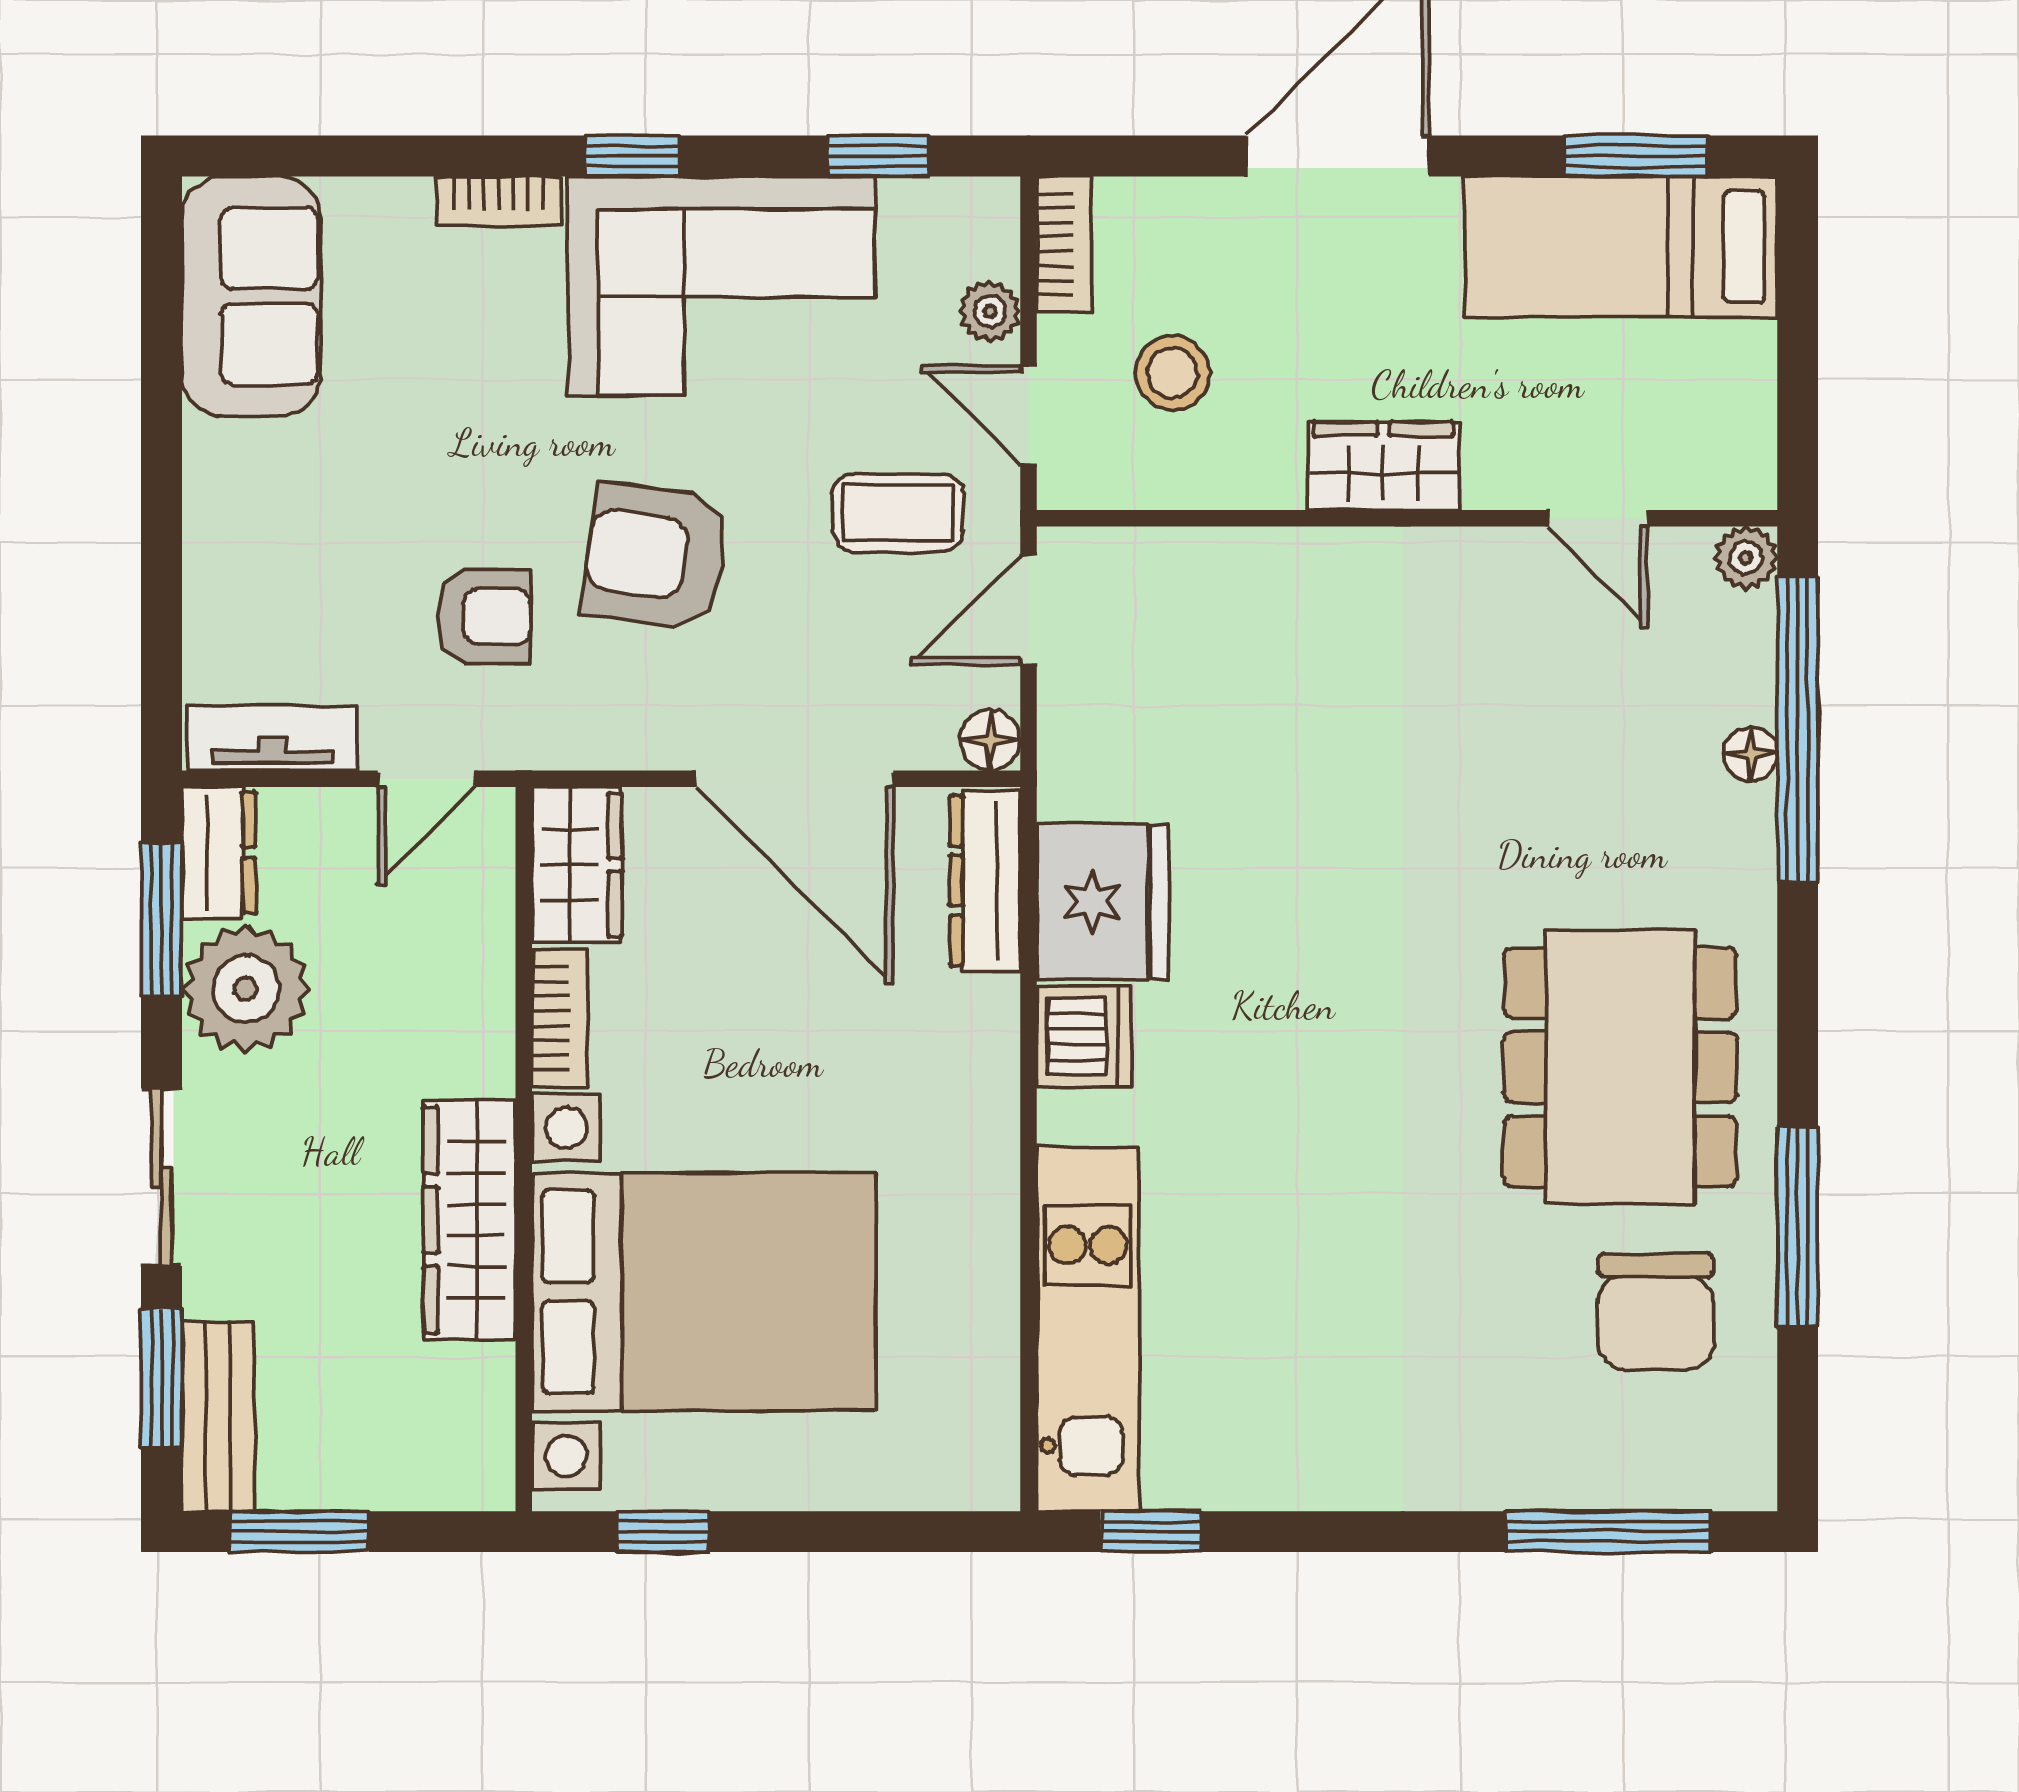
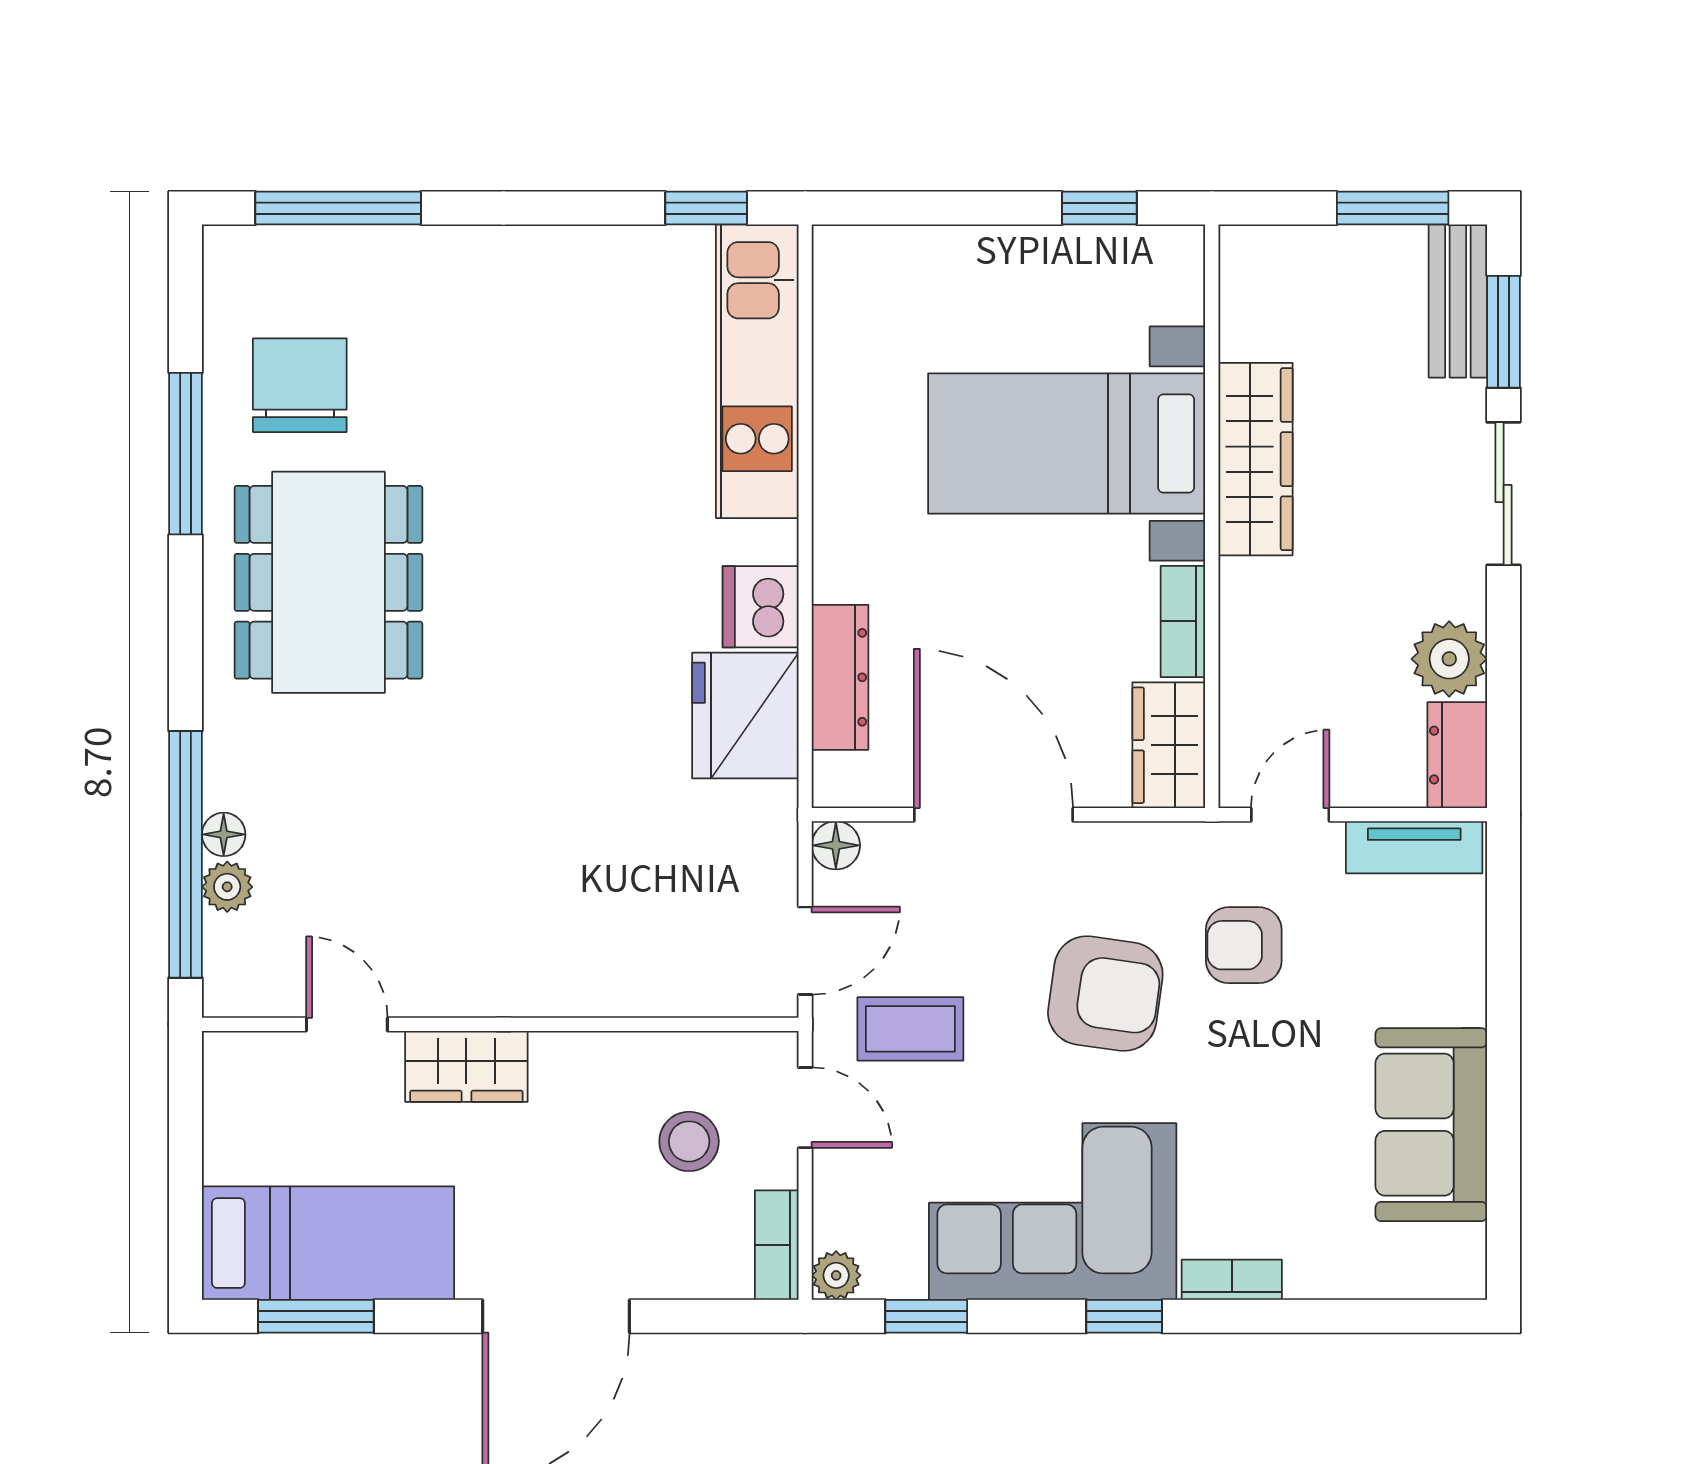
sofa: (251, 296) -> (1431, 1125), moved
plant: (990, 311) -> (836, 1275), moved
wardrobe: (1383, 466) -> (466, 1066), moved
plant: (1746, 558) -> (227, 887), moved
dresser: (985, 881) -> (840, 677), moved
window: (162, 919) -> (1504, 701), removed
plant: (246, 989) -> (1449, 659), width x0.73, depth x0.73
bed with nightstands: (704, 1292) -> (1067, 444), width x0.73

